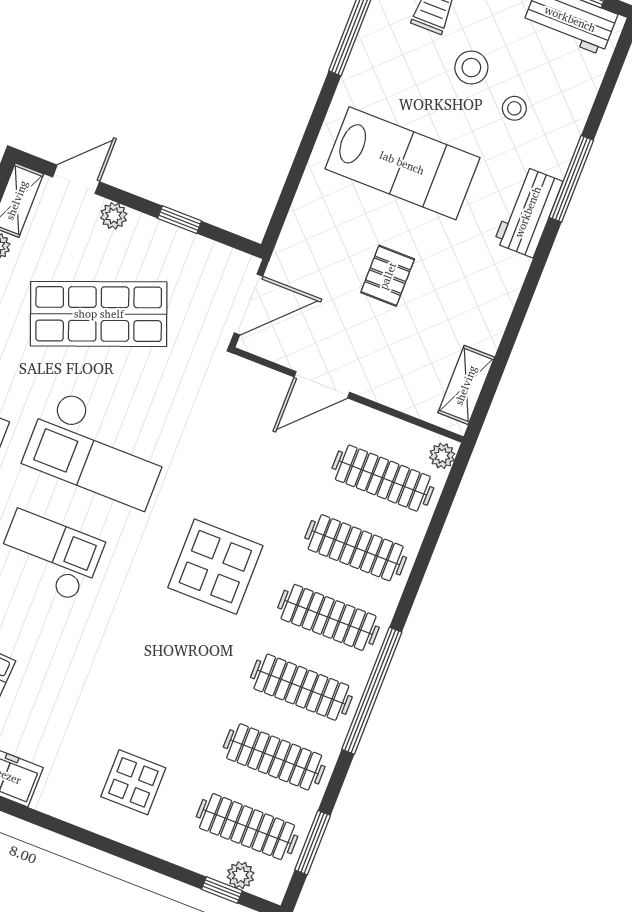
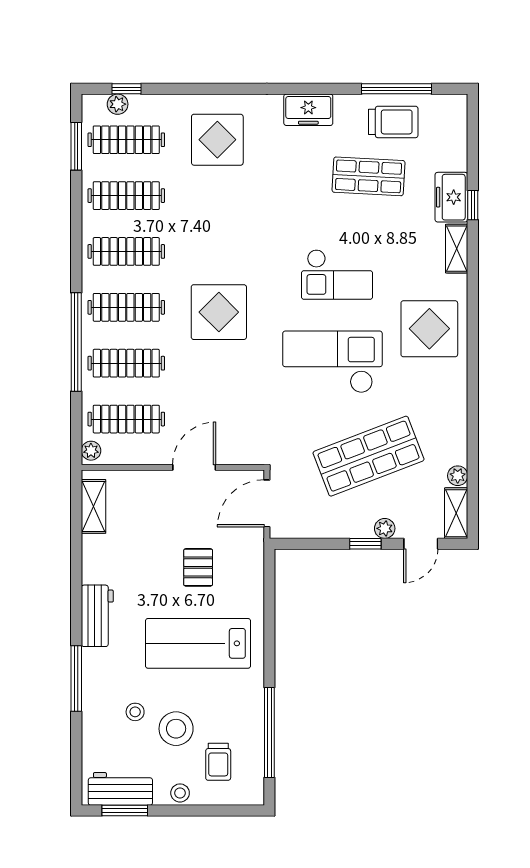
stool: (471, 68) -> (176, 729), width x1.38, depth x1.38
workbench: (528, 212) -> (97, 616), moved
window: (180, 220) -> (365, 544), moved
pallet: (388, 276) -> (198, 567), moved
window: (372, 691) -> (76, 342), moved
display table: (133, 782) -> (217, 140), width x1.36, depth x1.36

